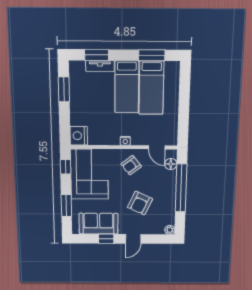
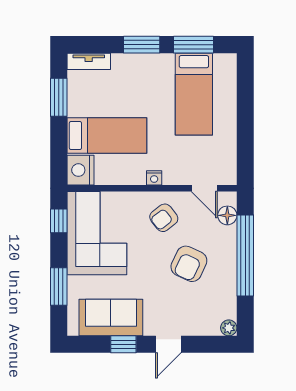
window: (97, 55) -> (142, 45), moved
tv unit: (100, 66) -> (89, 61), moved
bed: (127, 87) -> (107, 135), moved, turned -90
armchair: (140, 203) -> (189, 264), moved

